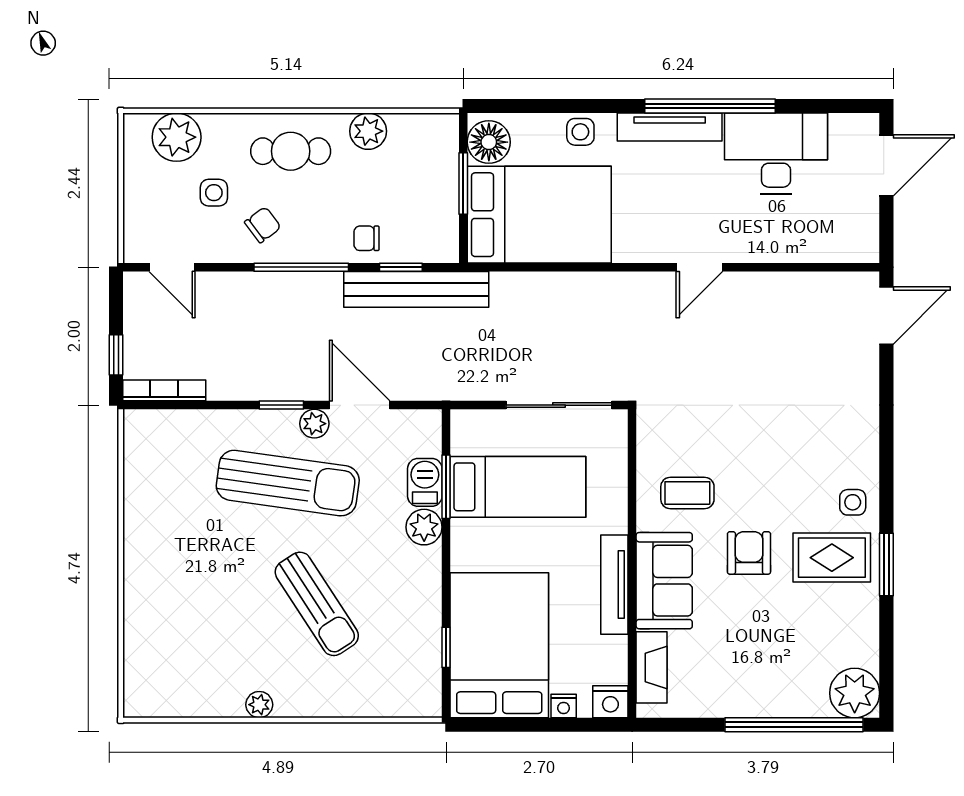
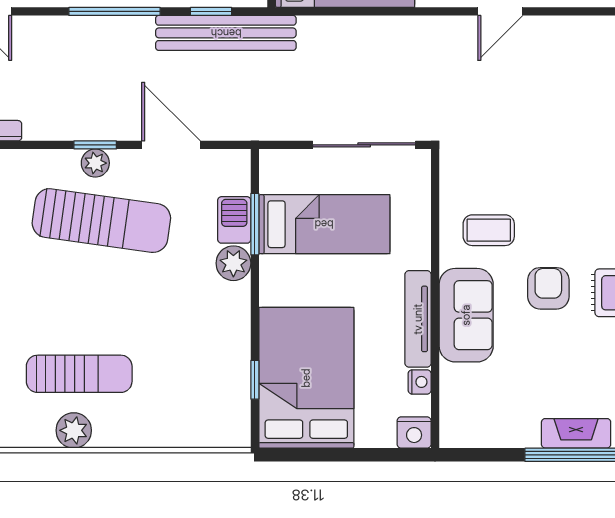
plant: (314, 424) -> (95, 163), moved
sun lounger: (317, 604) -> (79, 374), moved, turned -57
fireplace: (652, 667) -> (576, 433), moved, turned -90
plant: (259, 705) -> (74, 430), width x1.38, depth x1.38
nightstand: (564, 706) -> (420, 382), moved, turned -90

